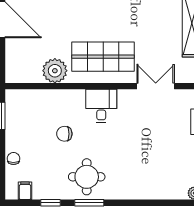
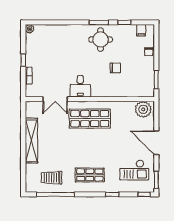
plant: (55, 71) -> (143, 109), moved
desk: (101, 106) -> (80, 86), moved

